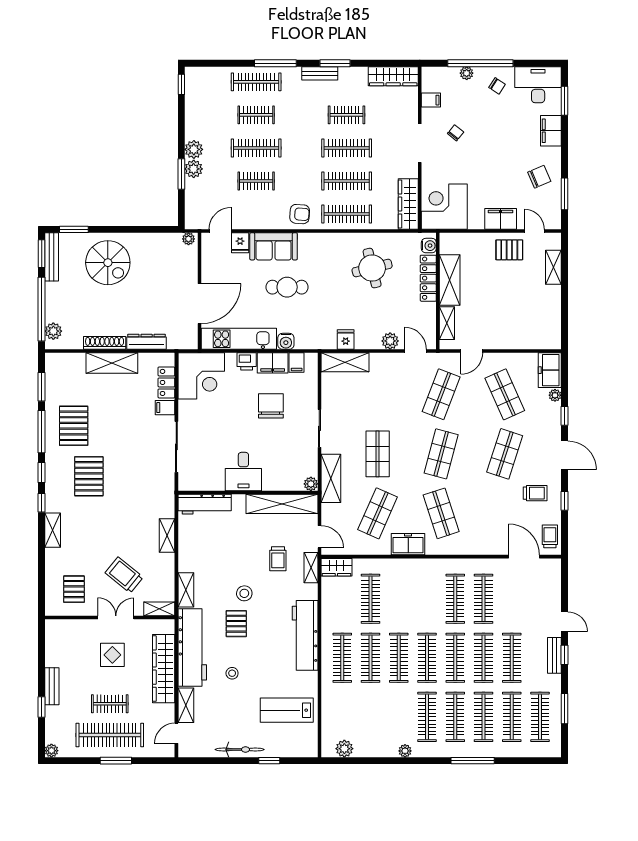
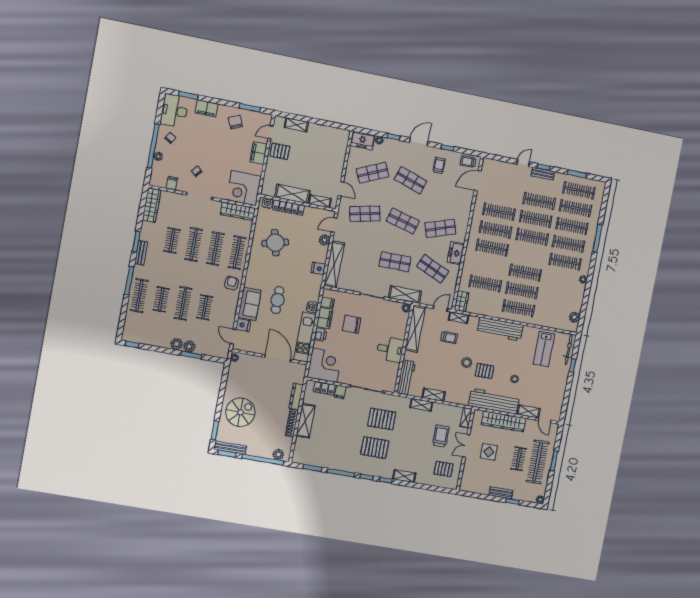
pallet: (509, 250) -> (280, 151), turned 90
shelving: (345, 362) -> (334, 264), width x1.47
shop shelf: (441, 394) -> (365, 214), turned -33
pallet: (74, 426) -> (382, 419), moved
trolley: (124, 575) -> (441, 436), turned 141
shelving: (186, 590) -> (434, 395), moved
clothes rail: (427, 658) -> (492, 248), moved
bicycle: (240, 750) -> (569, 349), moved

